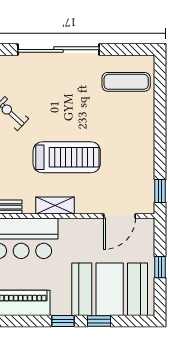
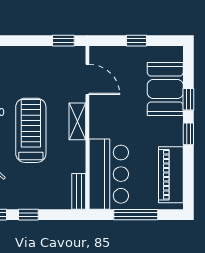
shelving: (55, 206) -> (77, 121), moved
booth: (110, 289) -> (165, 89), width x0.73, depth x0.70

